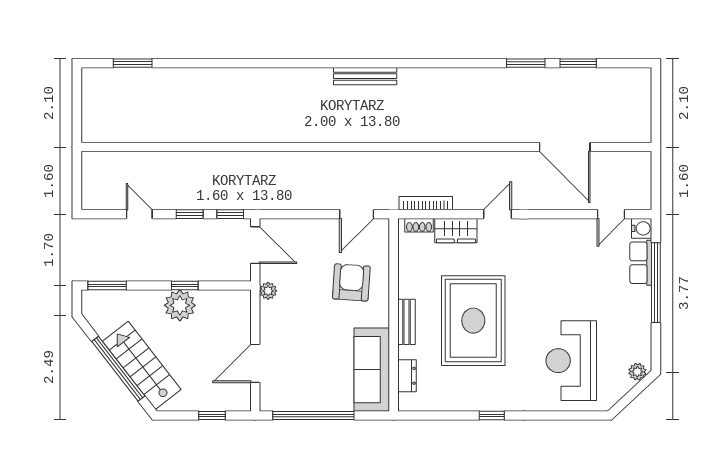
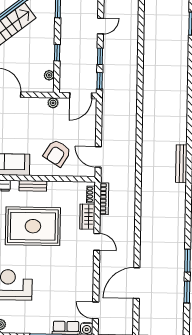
armchair: (351, 282) -> (57, 153), turned 118
plant: (180, 305) -> (49, 75), moved, width x0.53, depth x0.53

